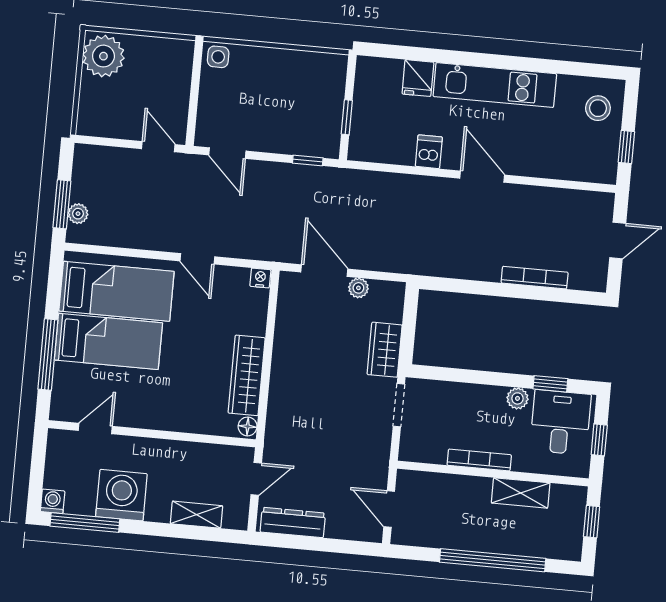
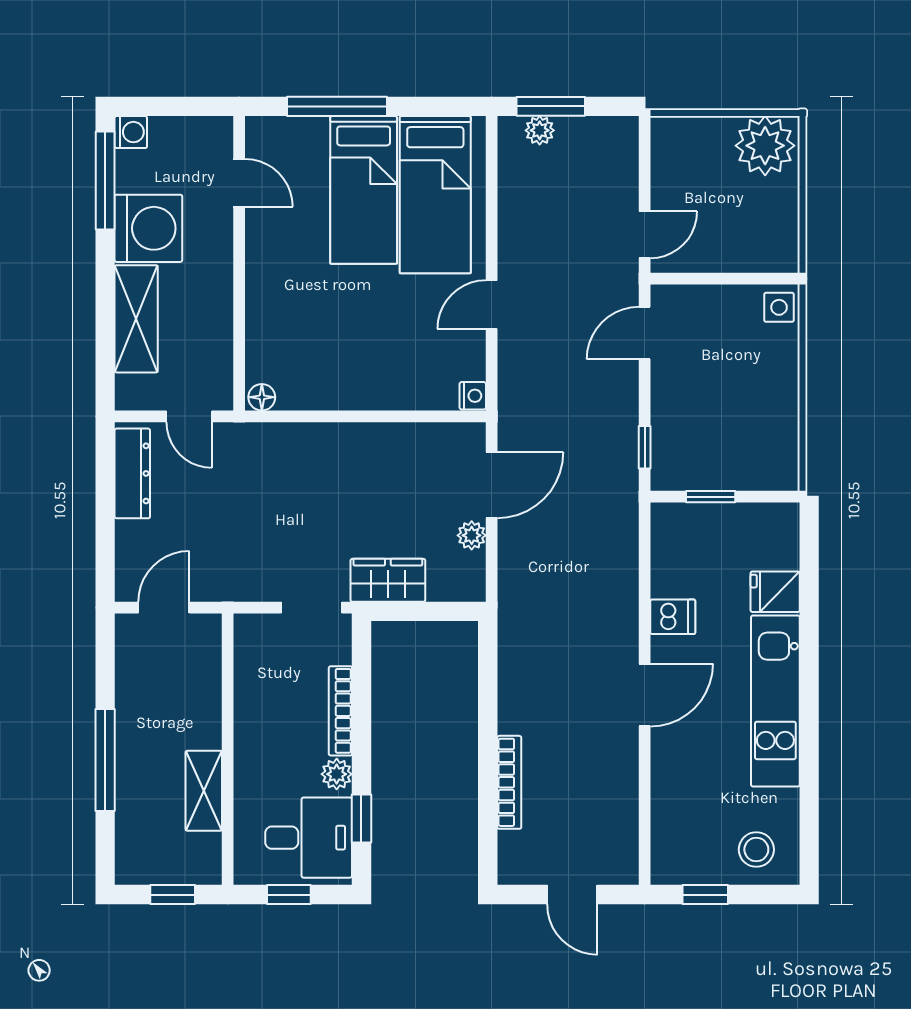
wardrobe: (247, 375) -> (334, 389), removed
bookcase: (479, 460) -> (340, 711), moved, turned 180
shelving: (196, 515) -> (136, 319), width x1.50, depth x1.33
window: (493, 560) -> (105, 760), width x0.68

